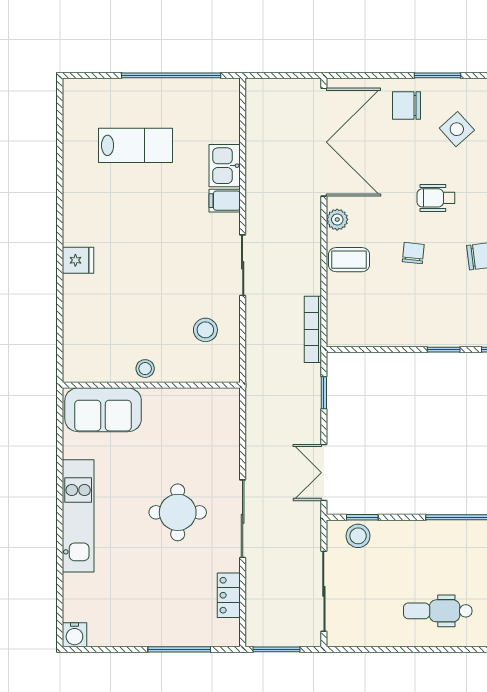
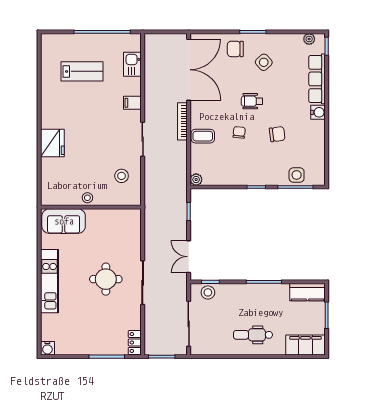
kitchen sink: (225, 166) -> (132, 64), moved
plant: (337, 220) -> (196, 180), moved
fridge: (78, 260) -> (52, 143), width x1.88, depth x1.34
bookcase: (313, 329) -> (182, 121), moved
locker: (229, 595) -> (135, 342), moved

